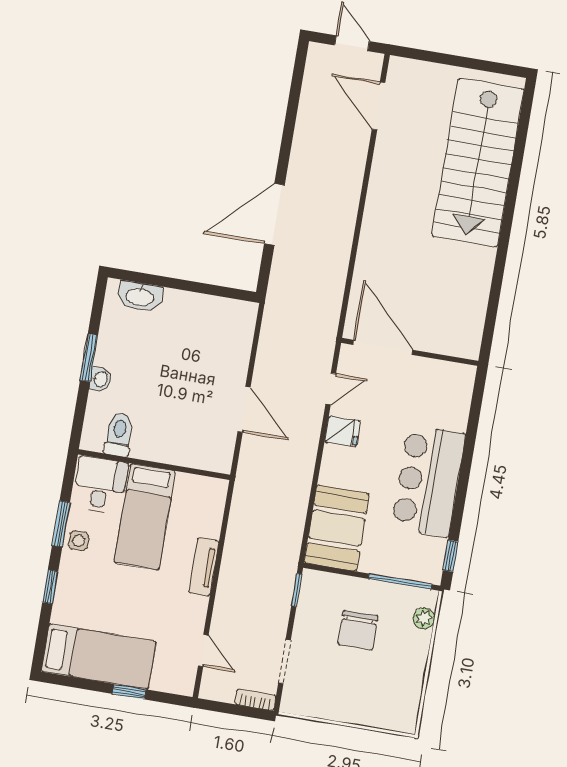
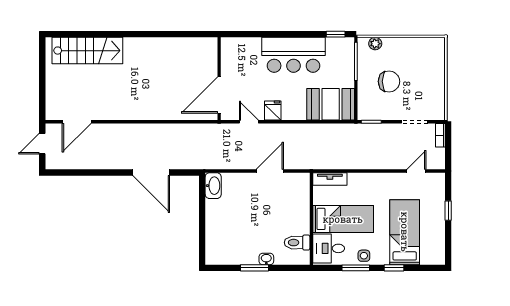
stairs: (478, 163) -> (87, 51), width x0.73, depth x0.66
washbasin: (140, 296) -> (213, 186), moved
tv unit: (204, 567) -> (330, 179), moved
bed: (99, 657) -> (405, 232), moved

